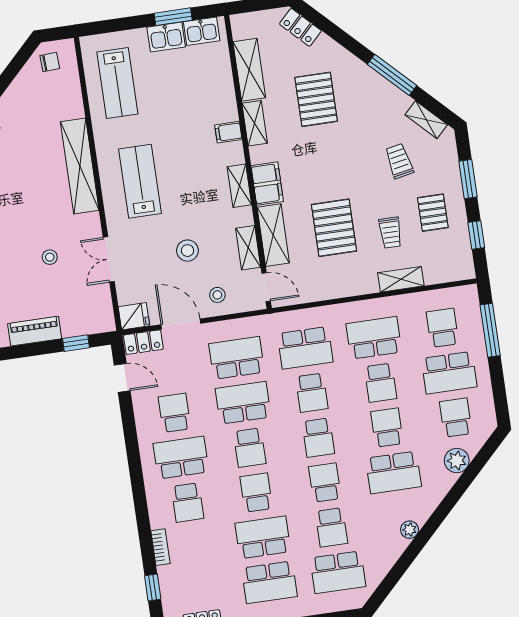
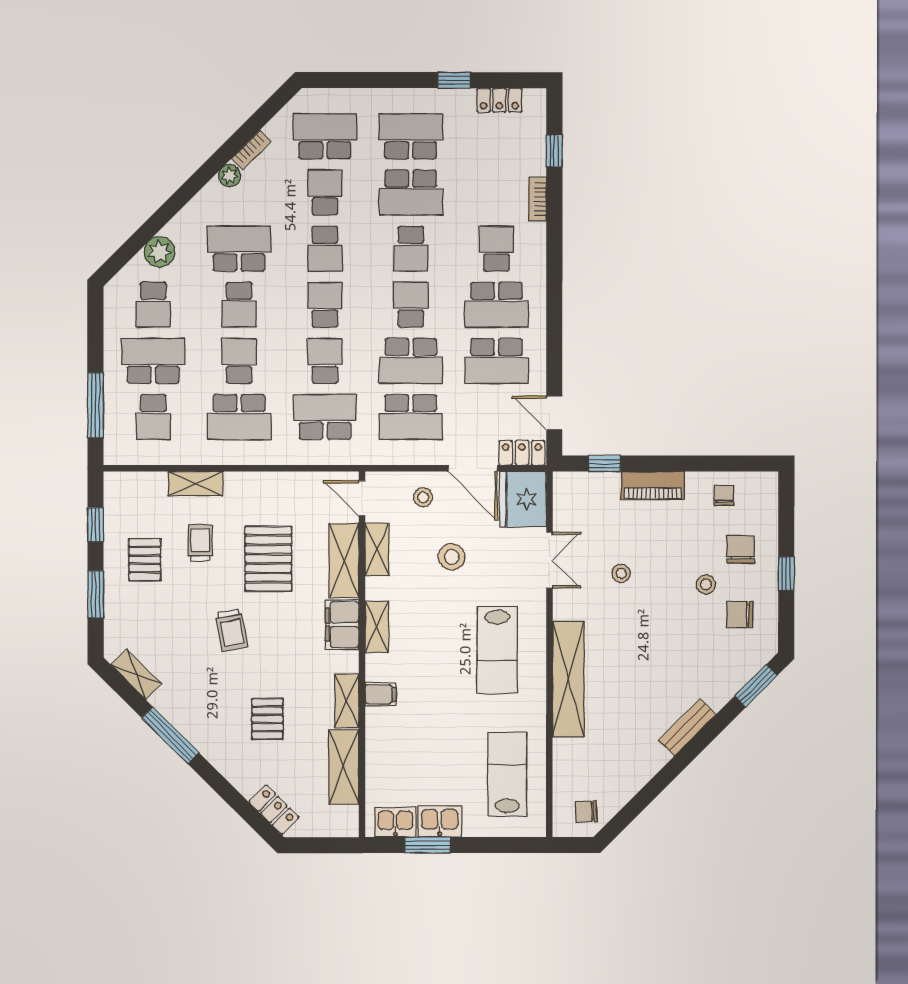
pallet: (316, 99) -> (267, 719), width x0.67, depth x0.71
trolley: (399, 161) -> (232, 630), moved
fridge: (134, 316) -> (523, 499), width x1.88, depth x1.34
school desk: (174, 413) -> (497, 361), width x1.85
bookcase: (395, 553) -> (251, 150), added

